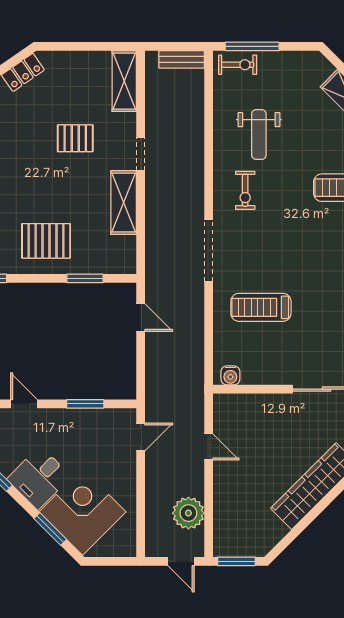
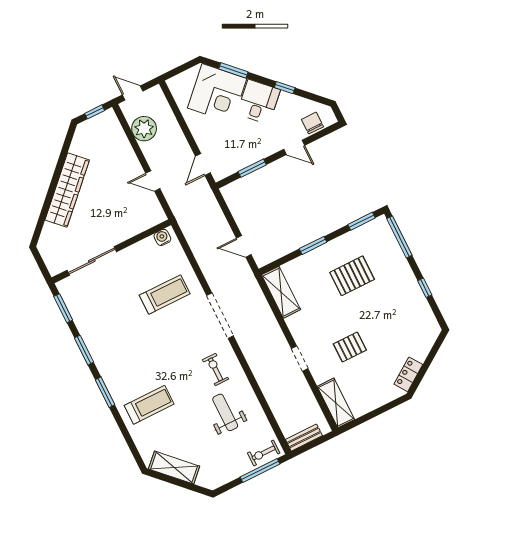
shelving: (124, 203) -> (281, 292), moved
pallet: (46, 241) -> (352, 276), moved
window: (85, 278) -> (313, 245), moved
window: (236, 561) -> (95, 112), width x0.67

